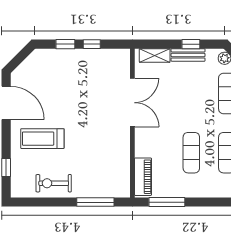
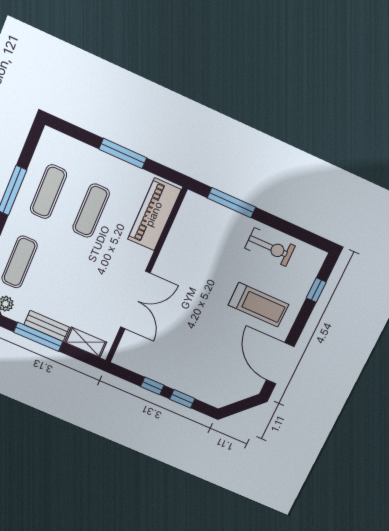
window: (191, 44) -> (38, 337), width x2.17
double door: (132, 103) -> (135, 300), swing flipped
piano: (143, 177) -> (154, 214), width x1.37, depth x1.33
window: (167, 202) -> (123, 153), moved

